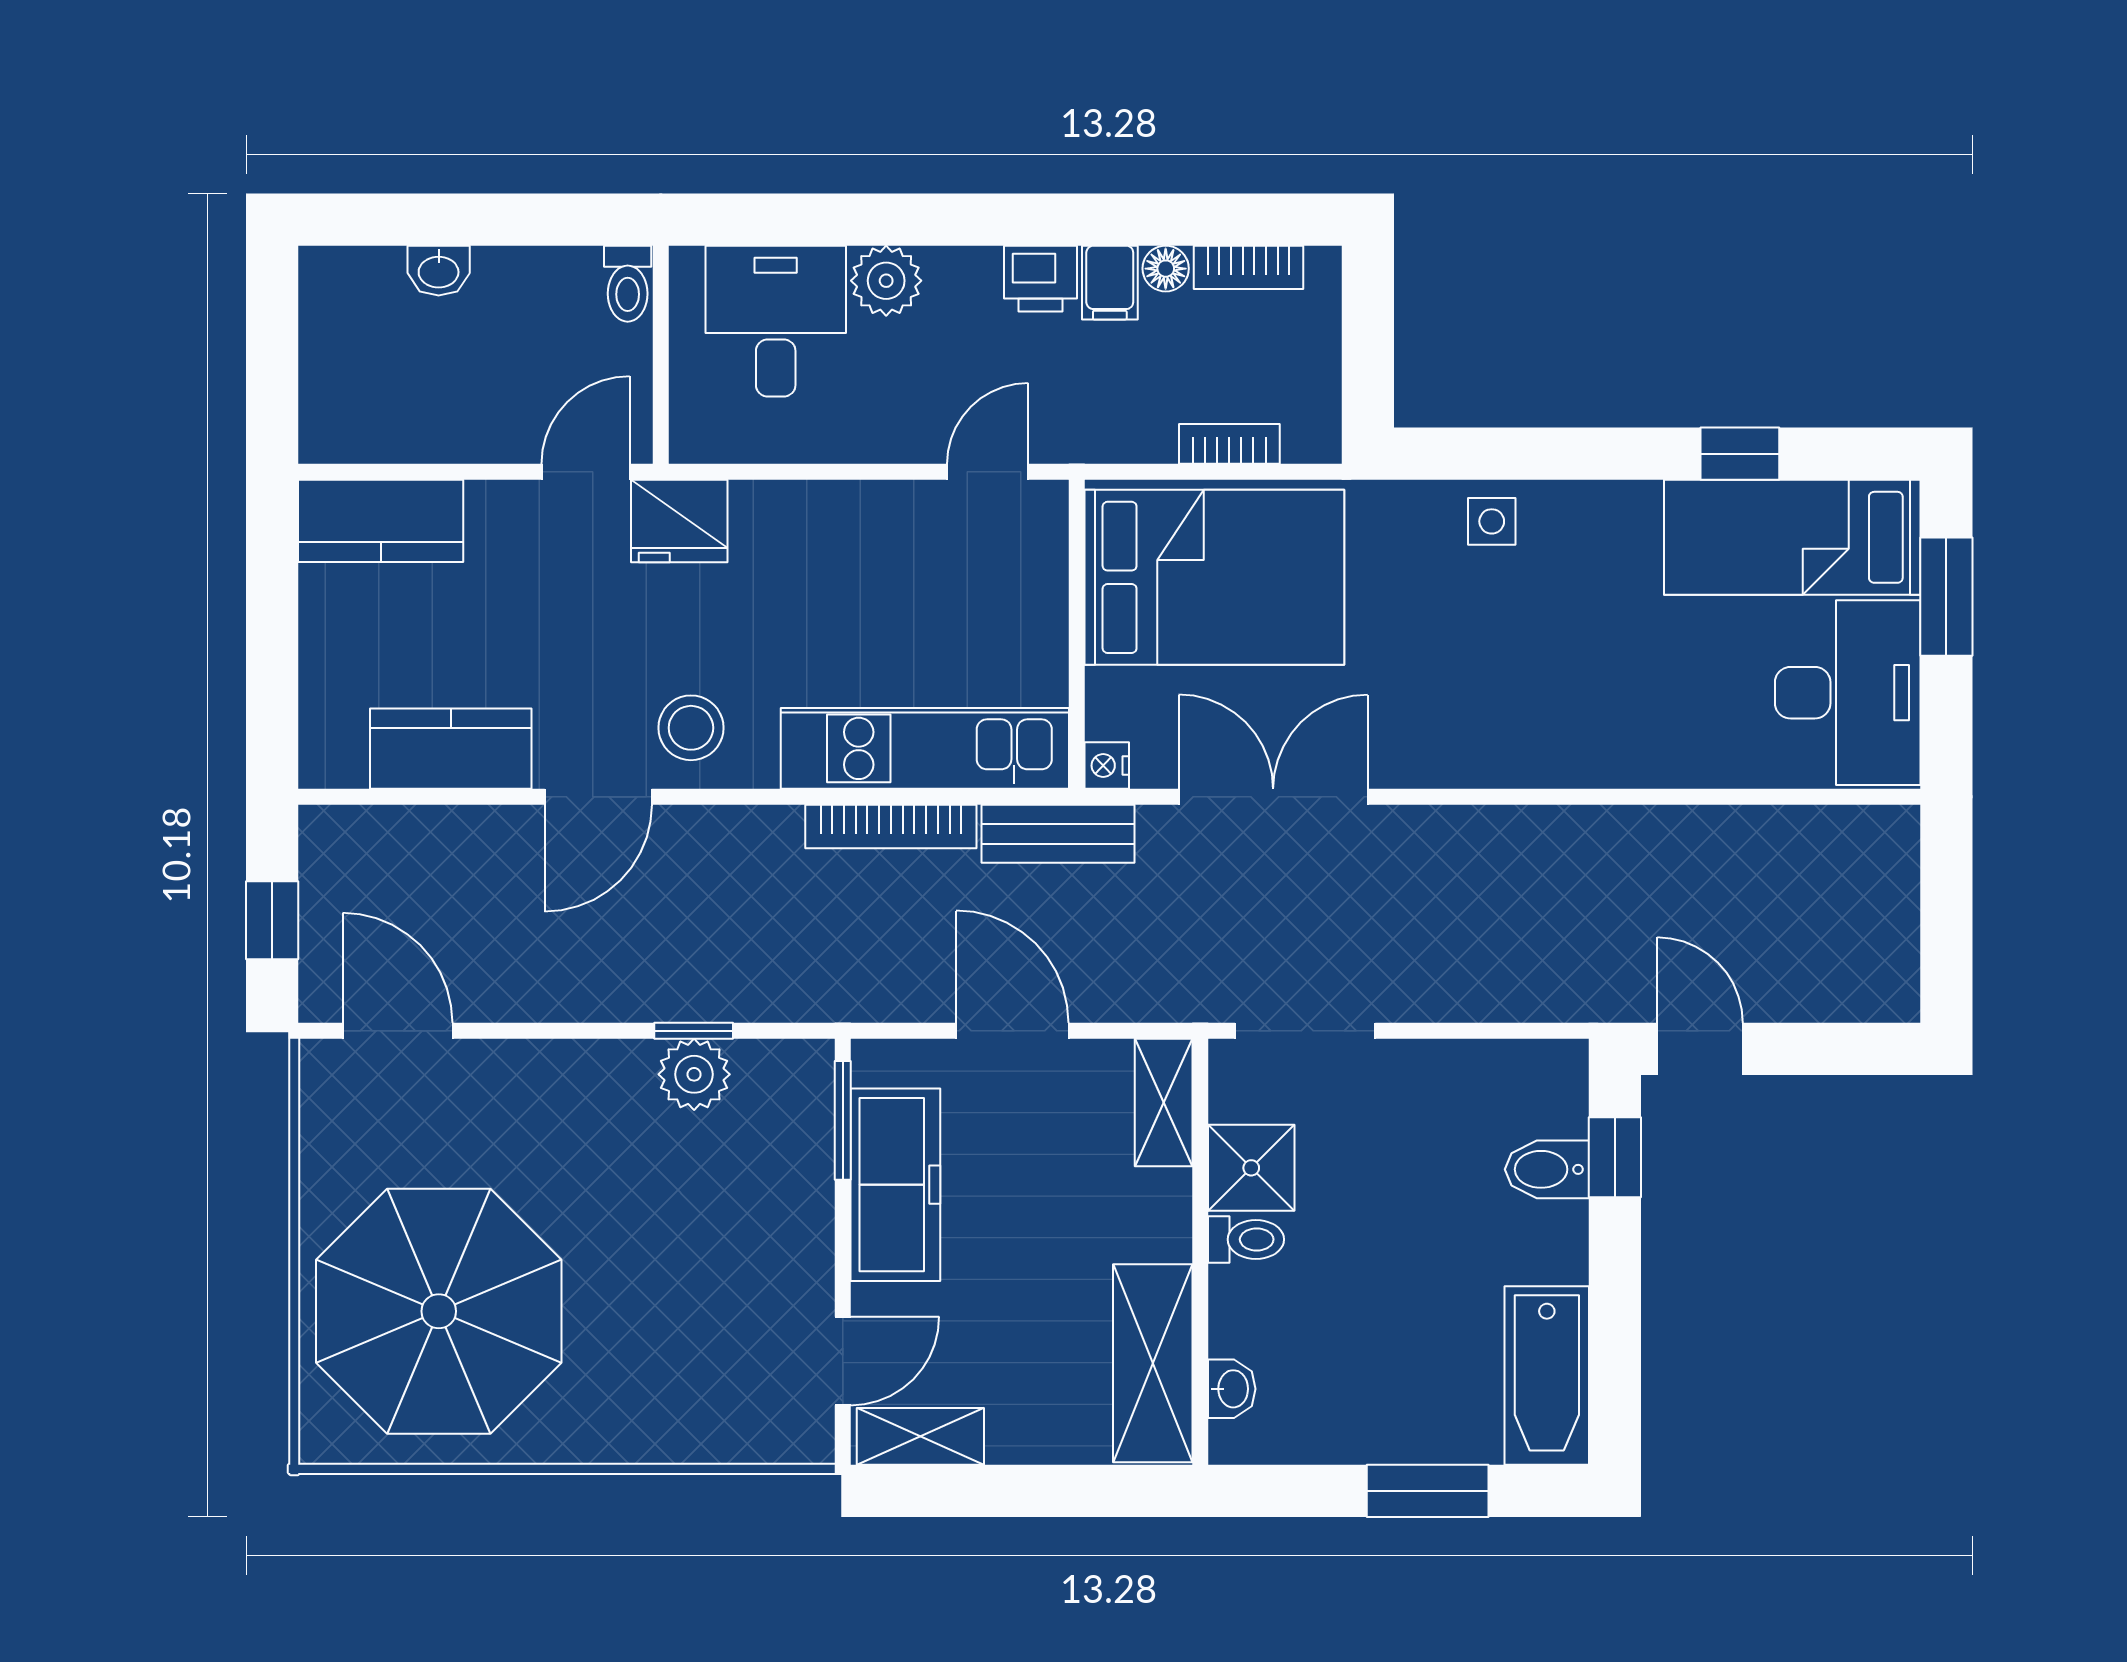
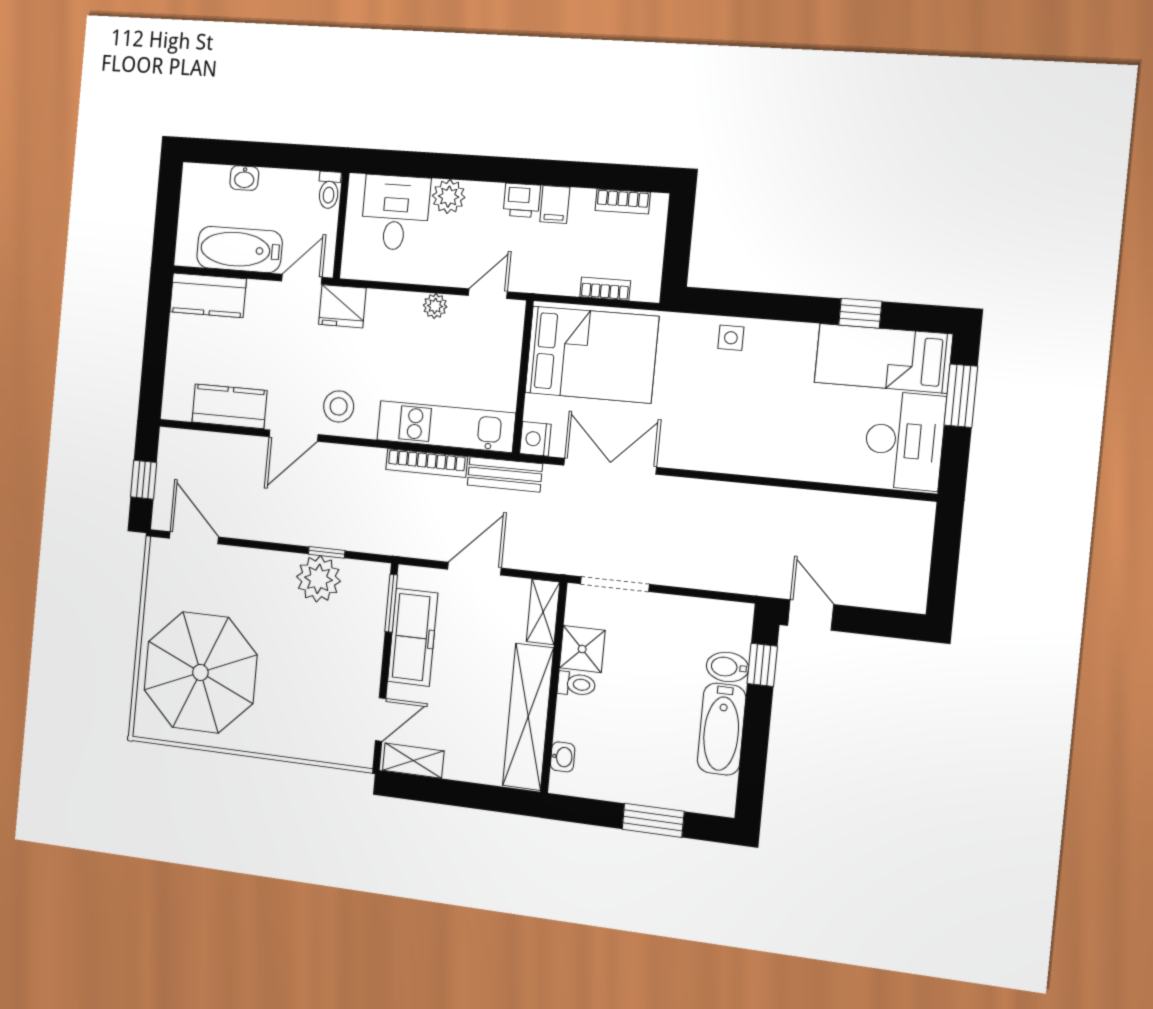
floor lamp: (1166, 269) -> (582, 199), removed
bathtub: (442, 420) -> (239, 249), added
plant: (879, 505) -> (435, 306), added
nightstand: (1107, 766) -> (535, 439), width x1.39, depth x1.35
door: (1012, 1031) -> (474, 569), hinge flipped
plant: (694, 1074) -> (318, 579), width x1.36, depth x1.36
shelving: (1153, 1363) -> (528, 717), width x1.47
bathtub: (1547, 1376) -> (722, 729), moved

